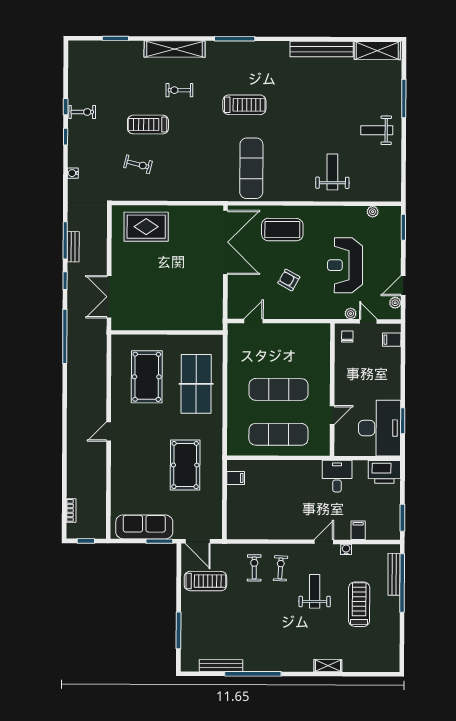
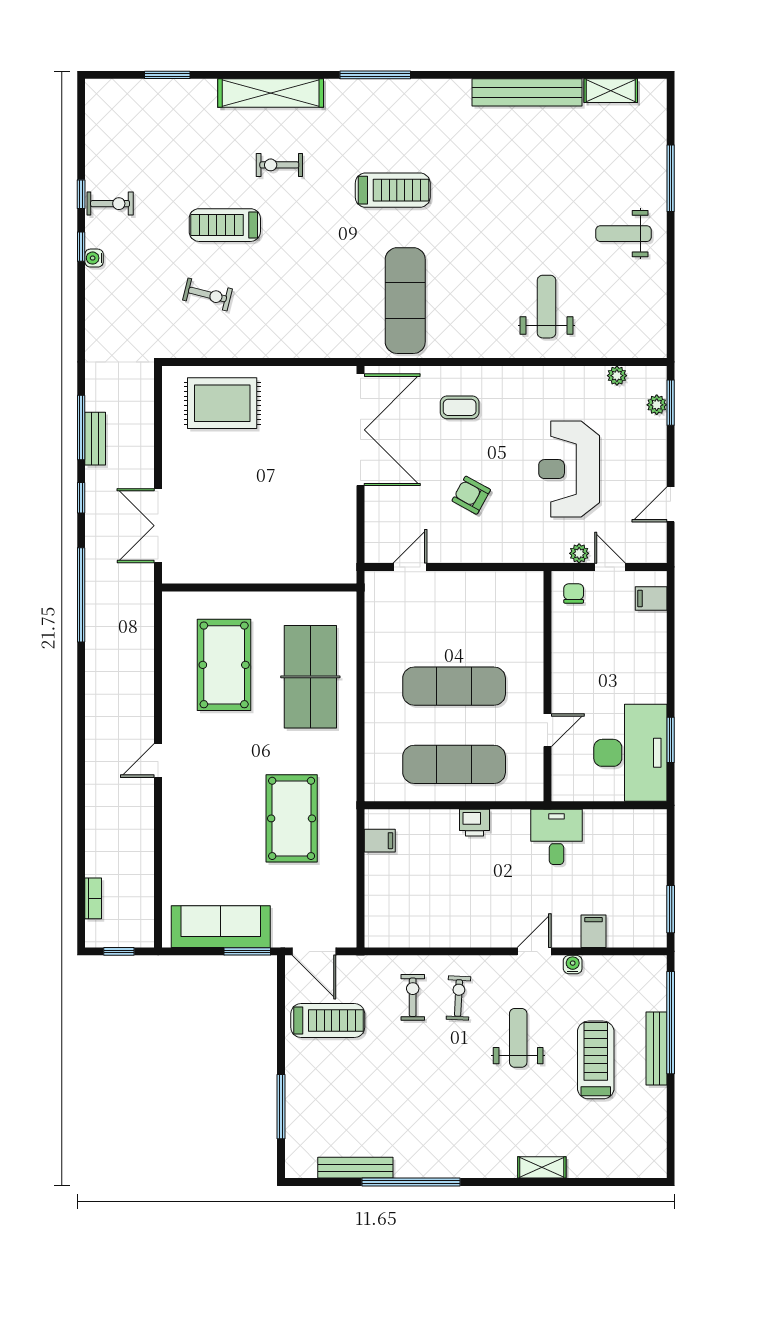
shelving: (377, 51) -> (611, 91), width x0.67, depth x0.75
water cooler: (73, 173) -> (94, 258), moved
coffee table: (282, 230) -> (460, 407), width x0.54, depth x0.58
plant: (395, 303) -> (657, 405), moved
printer: (384, 472) -> (475, 823), moved, width x0.53, depth x0.68
bench: (394, 574) -> (657, 1049), moved

